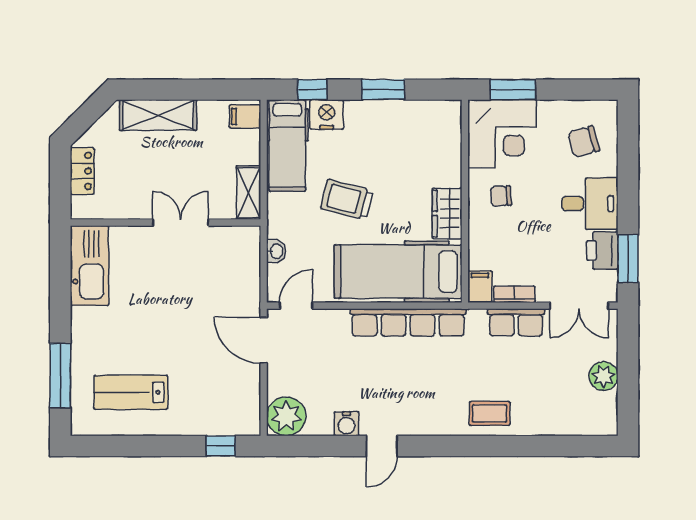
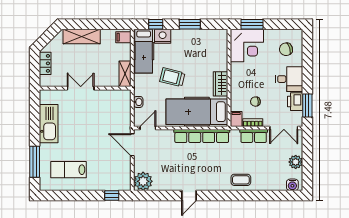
chair: (501, 196) -> (255, 102), moved
double door: (181, 222) -> (81, 88), moved
kitchen sink: (90, 266) -> (49, 124), moved
water cooler: (346, 424) -> (292, 185), moved

